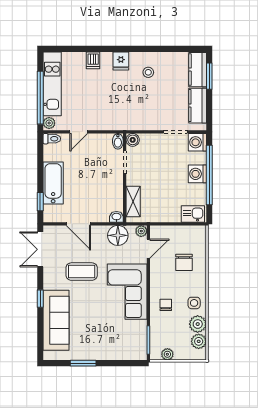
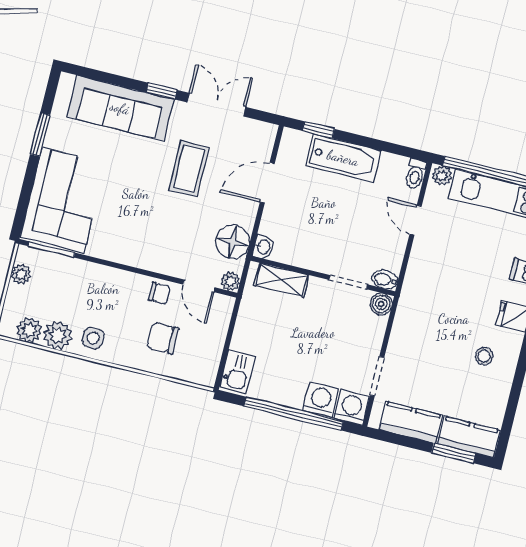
washing machine: (197, 174) -> (321, 400), moved
double door: (40, 249) -> (216, 105), moved
corner sofa: (127, 292) -> (63, 200), moved, turned 90
chair: (166, 305) -> (159, 293), moved

